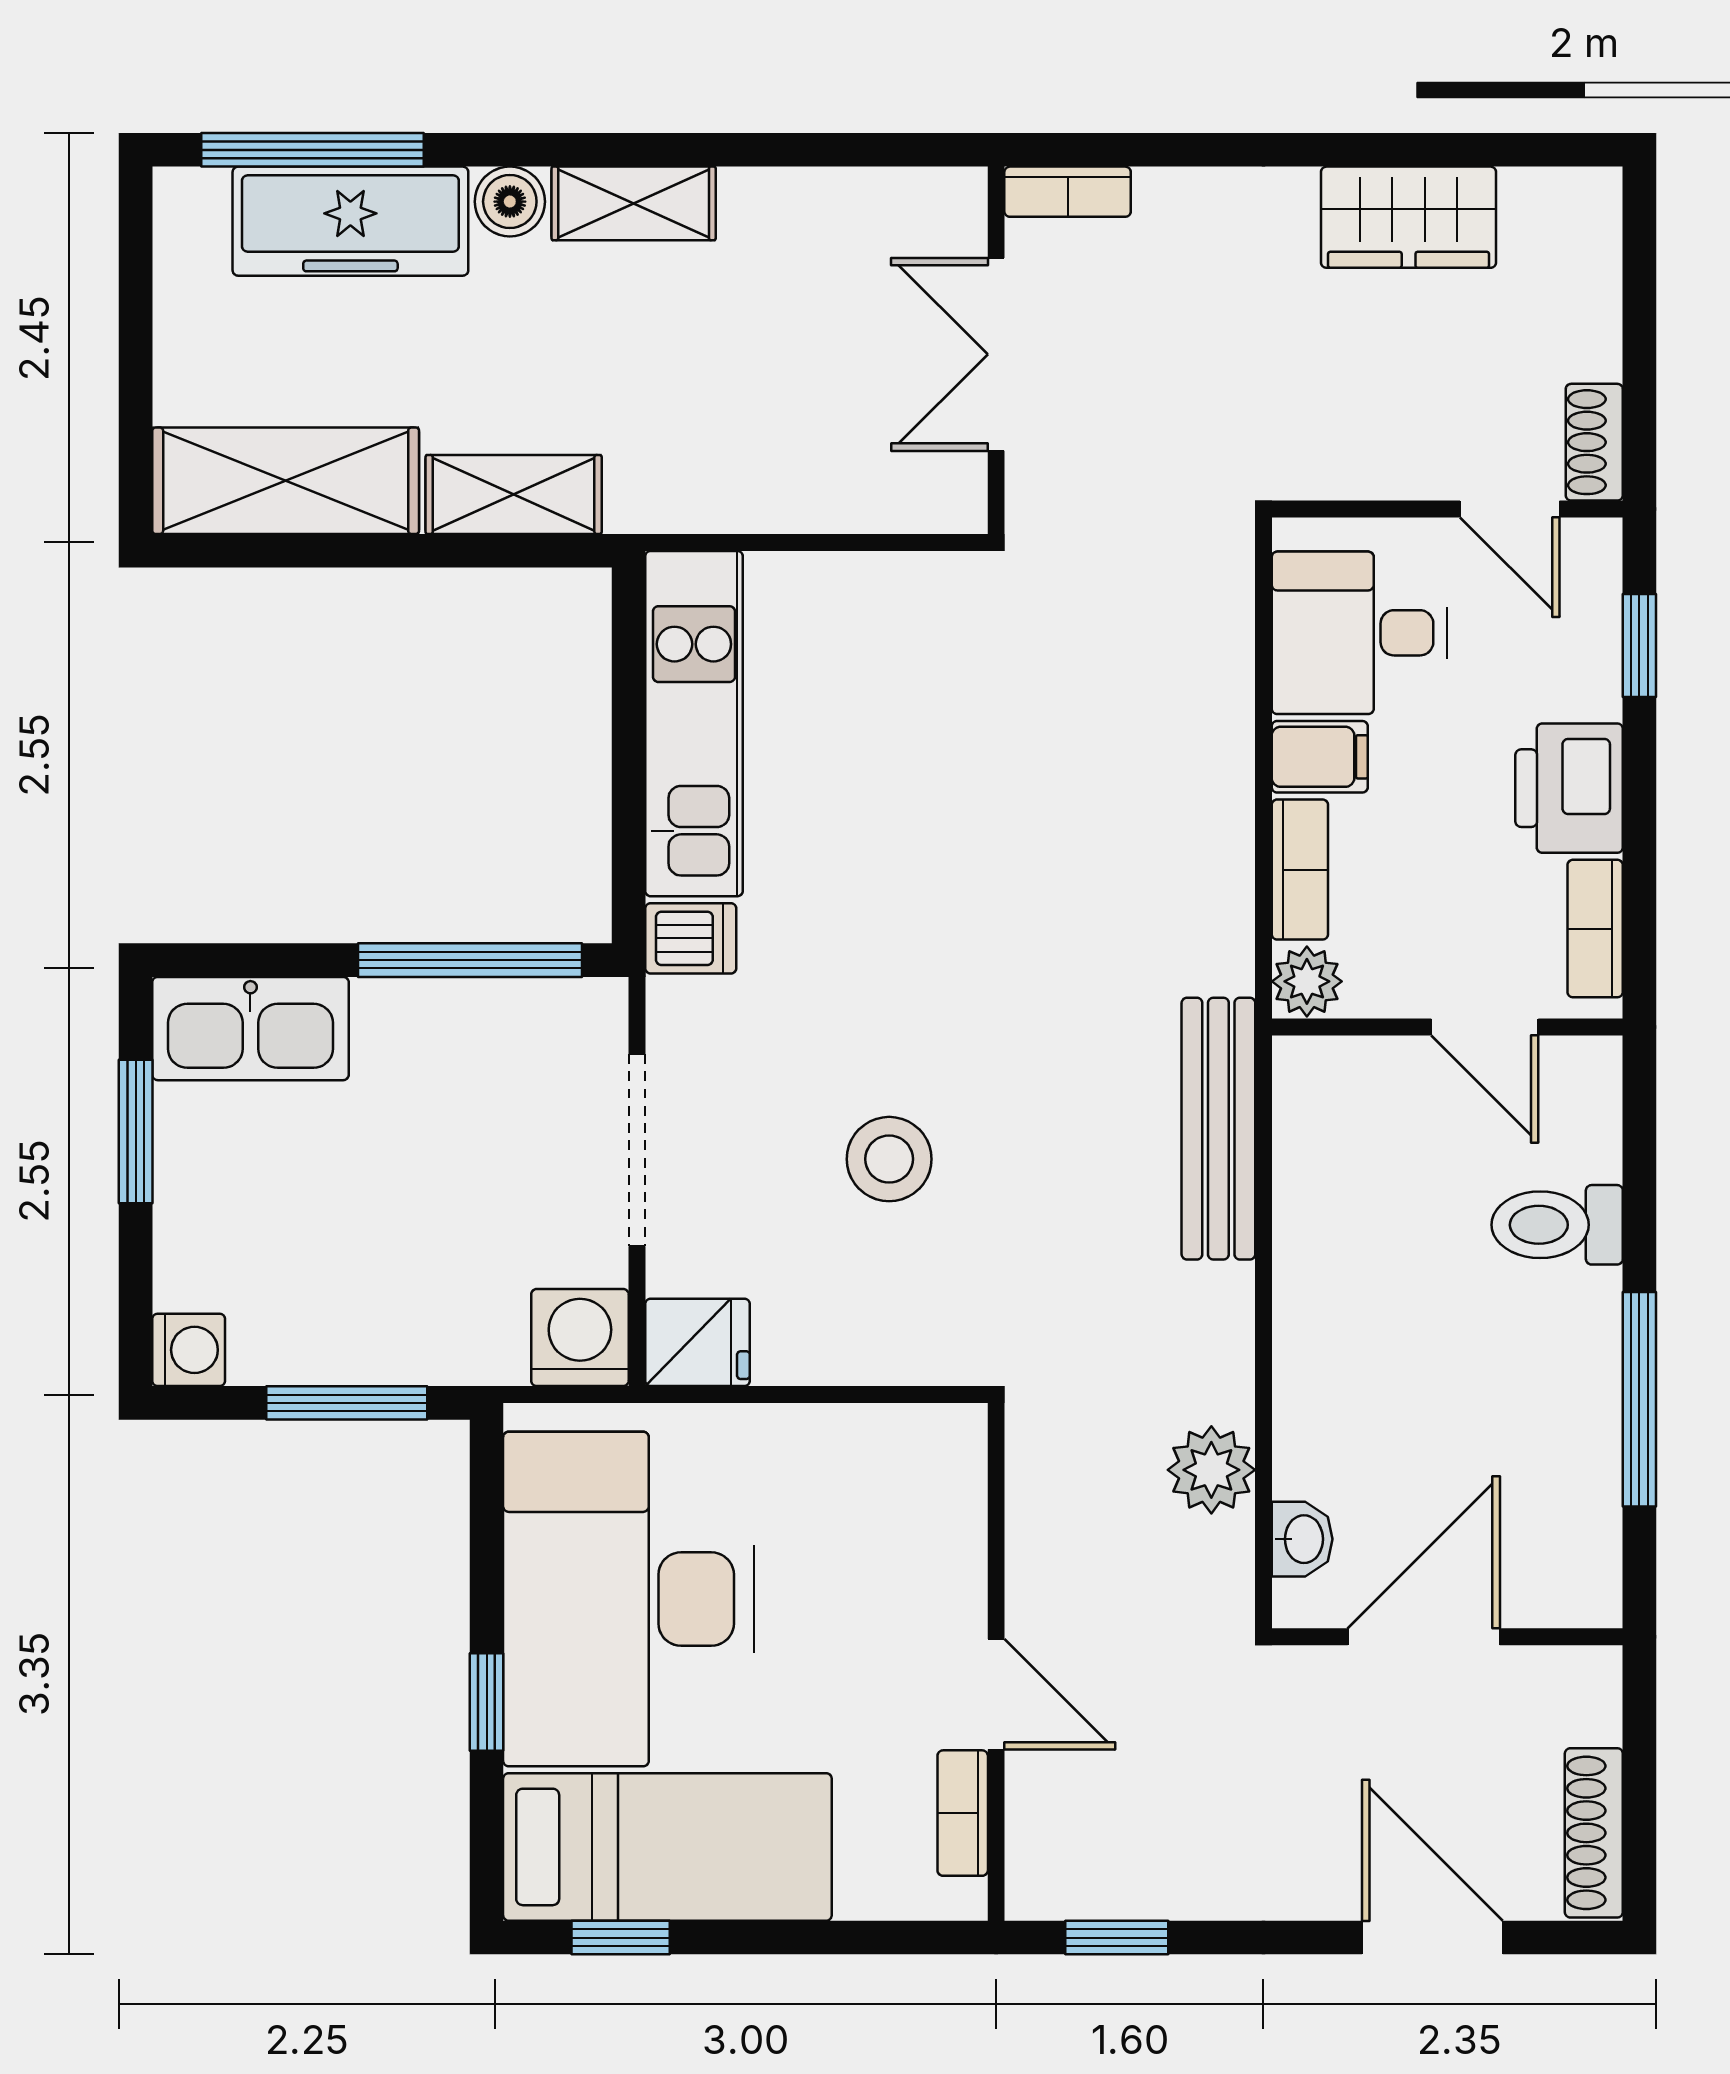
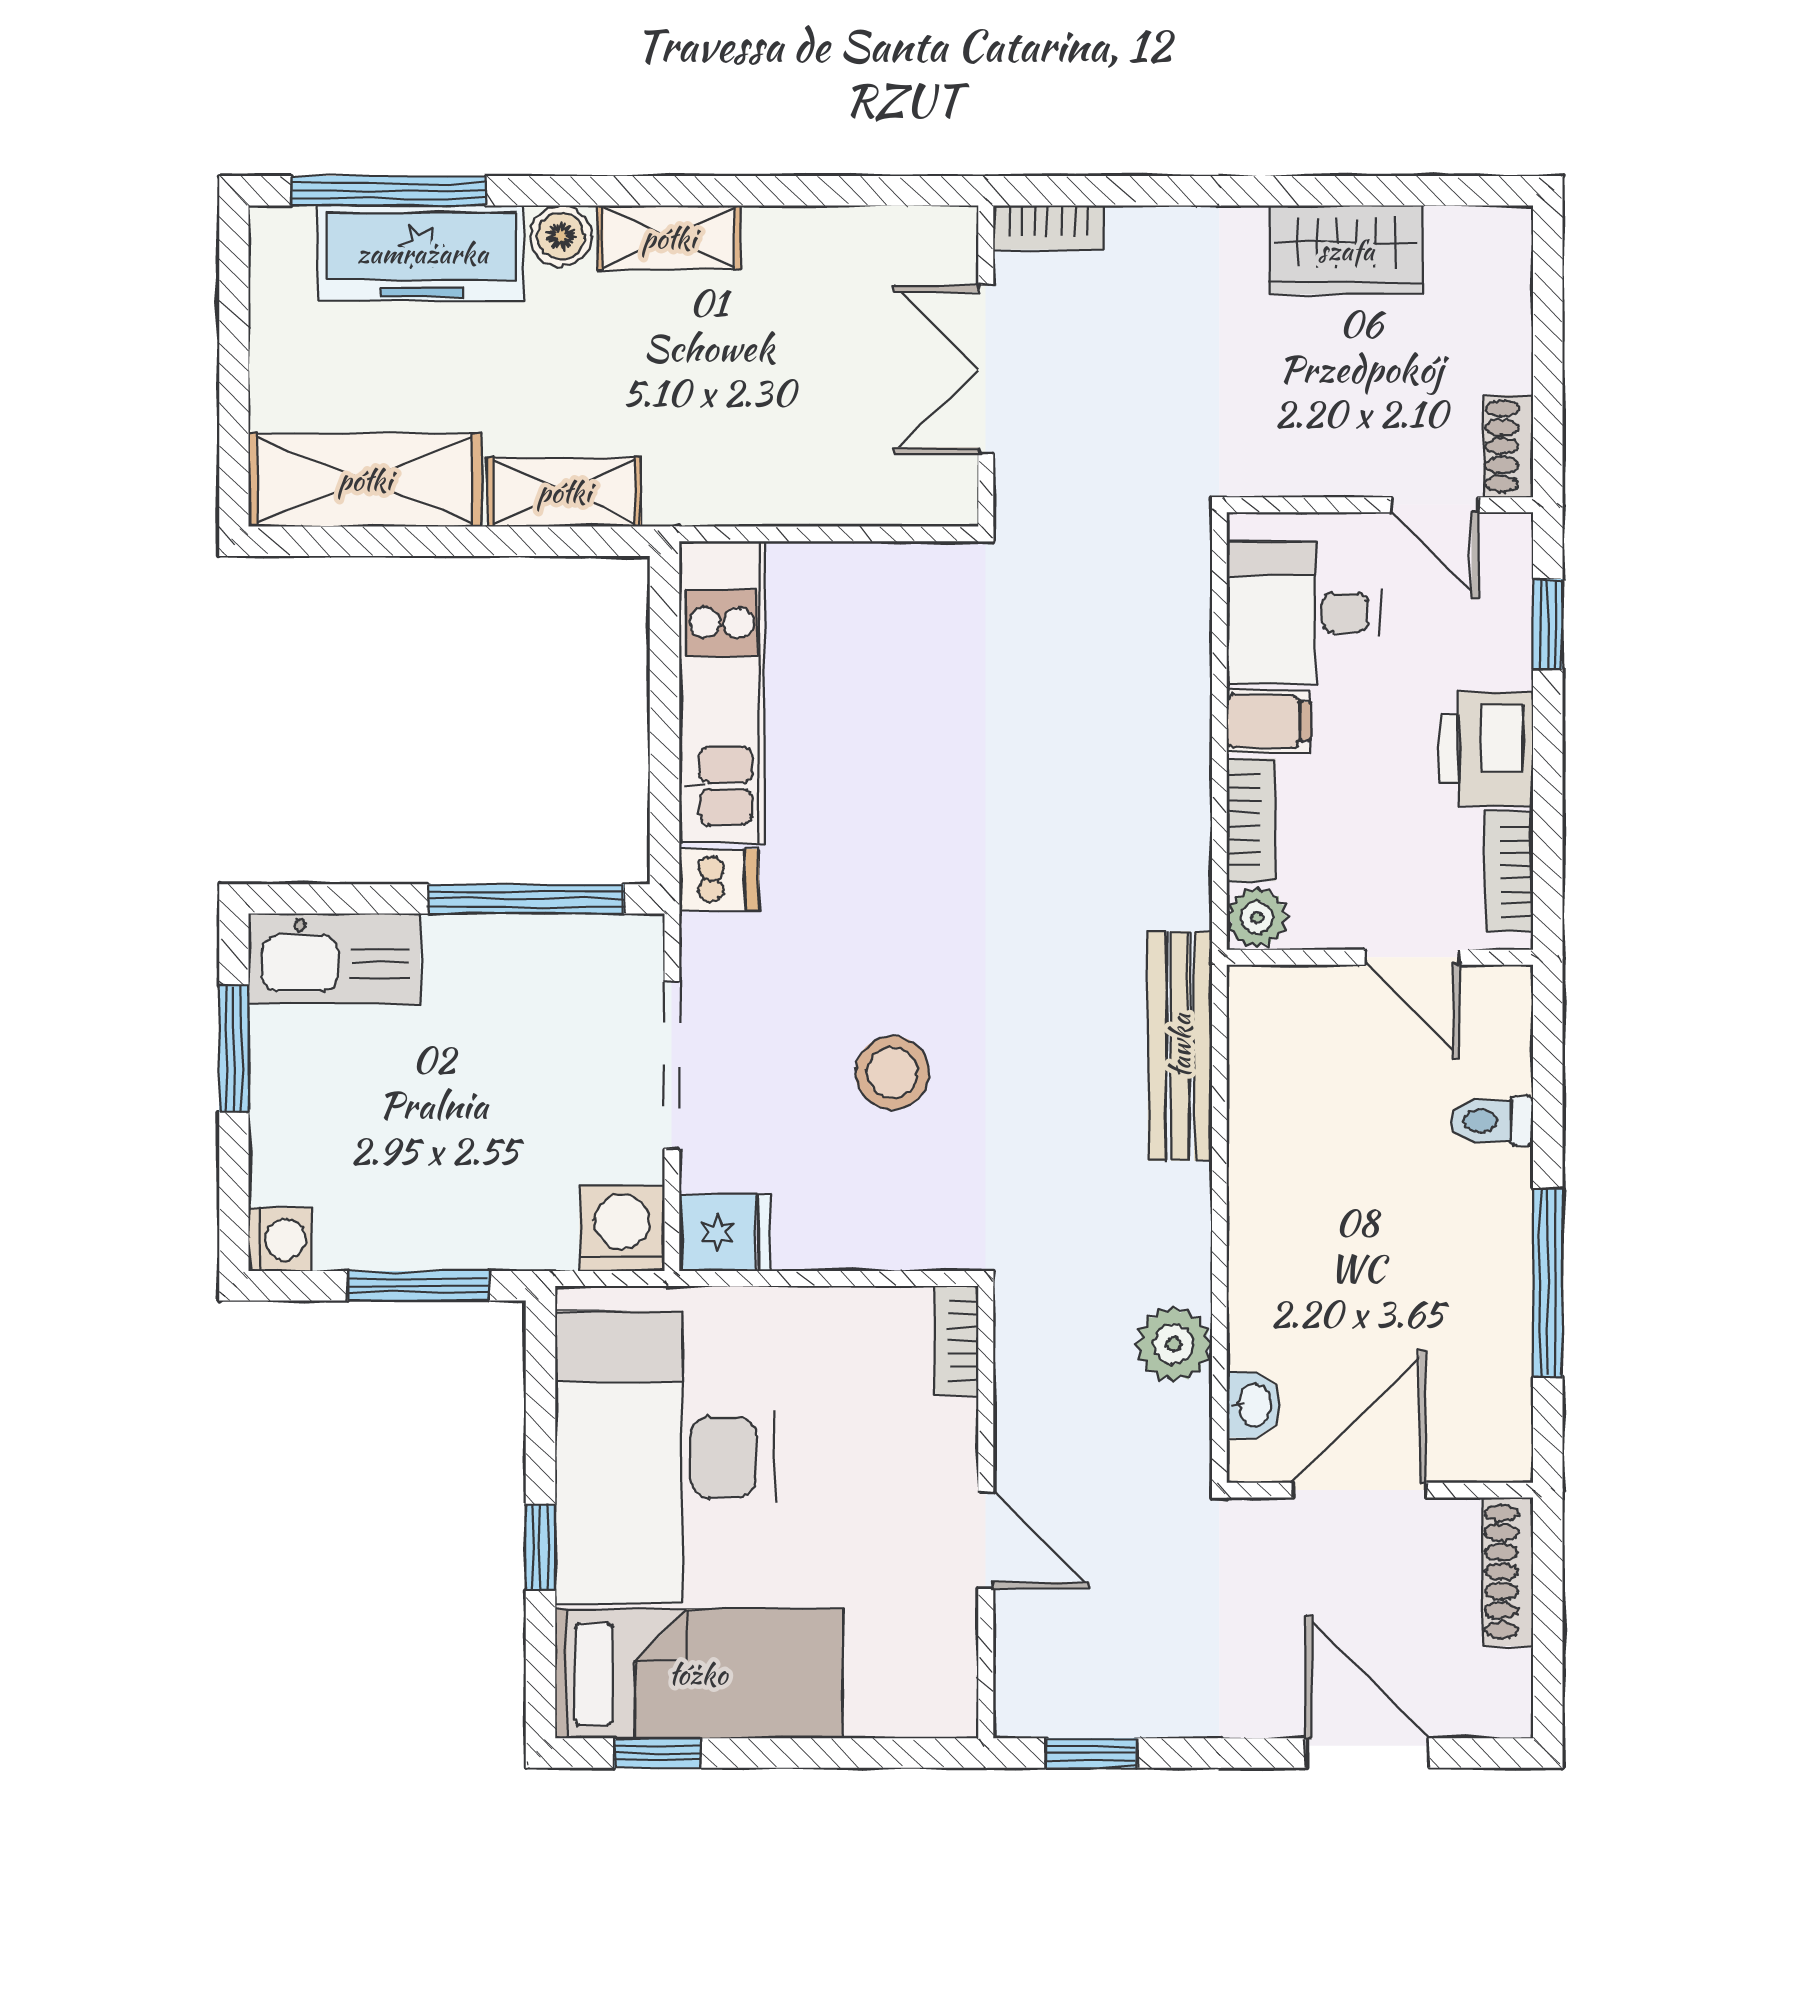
toilet: (1557, 1225) -> (1492, 1121), width x0.73, depth x0.72
bookcase: (963, 1813) -> (956, 1341), moved
shoe rack: (1594, 1833) -> (1508, 1572), moved

